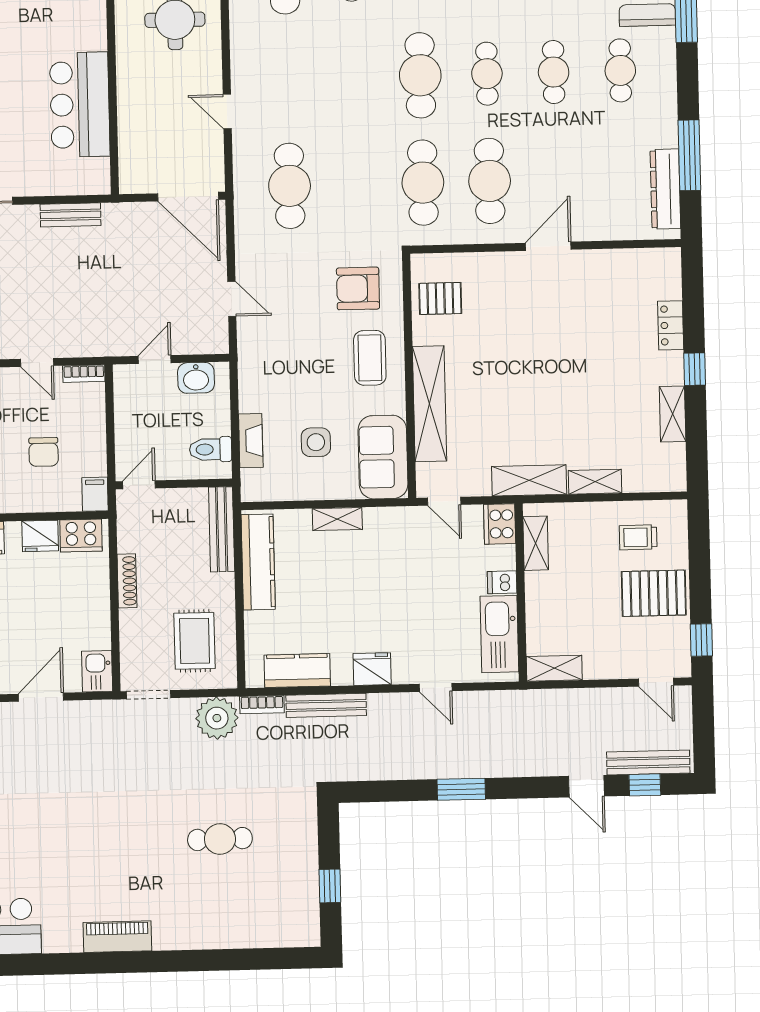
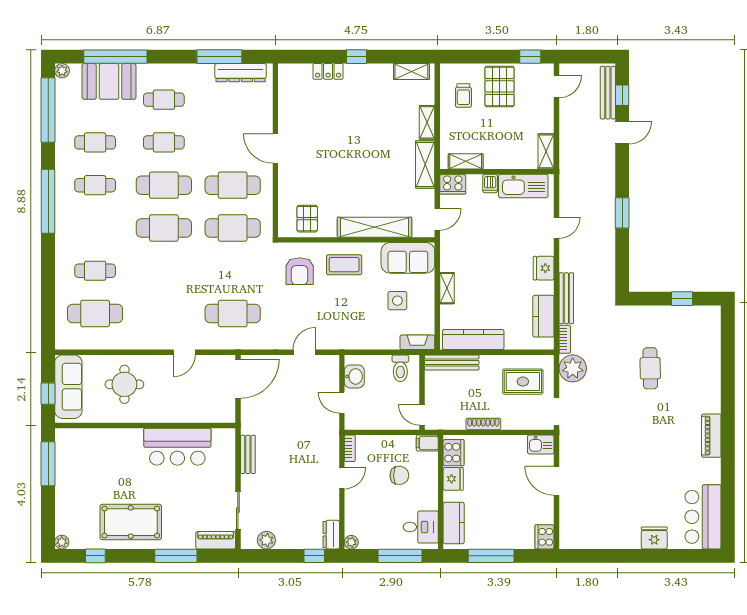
cafe table: (487, 74) -> (164, 185), width x1.37, depth x1.35
shelving: (673, 414) -> (411, 72), moved
fireplace: (251, 441) -> (417, 342), moved

